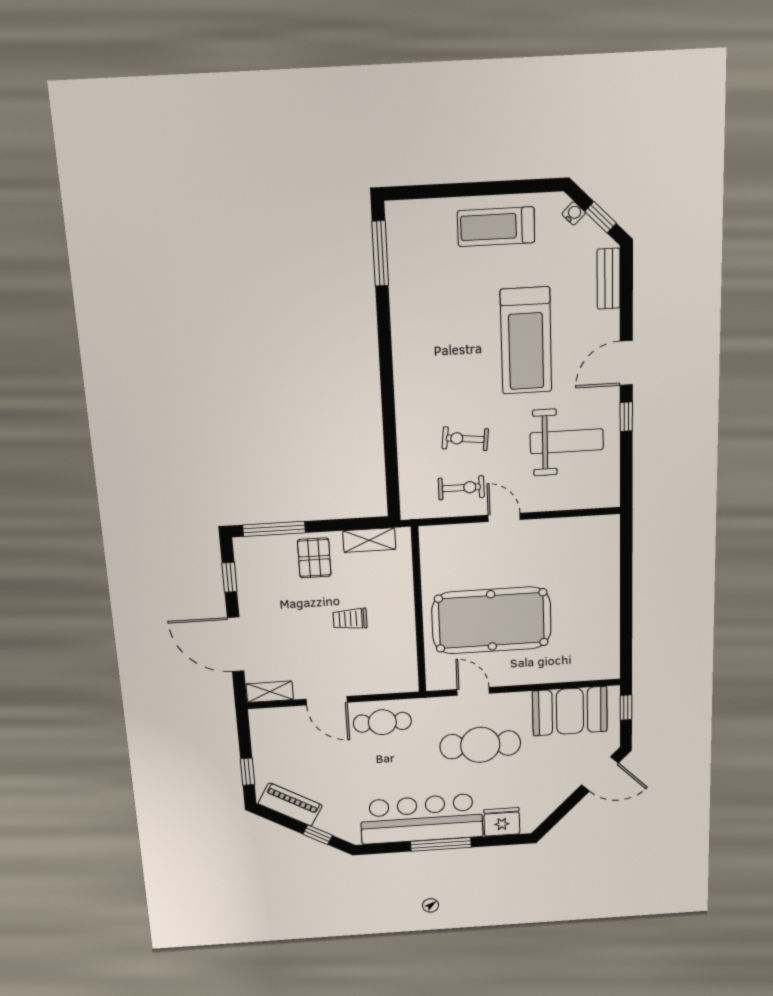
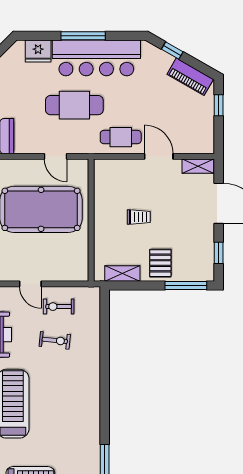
cafe table: (480, 745) -> (74, 105), moved

